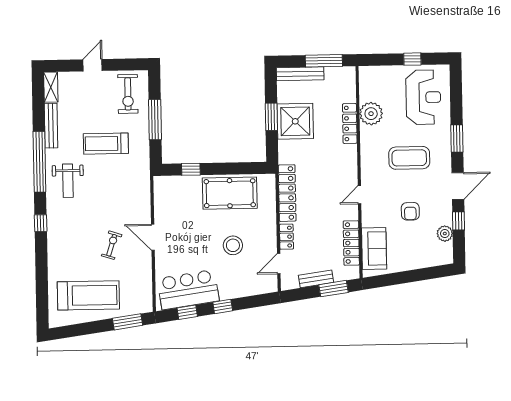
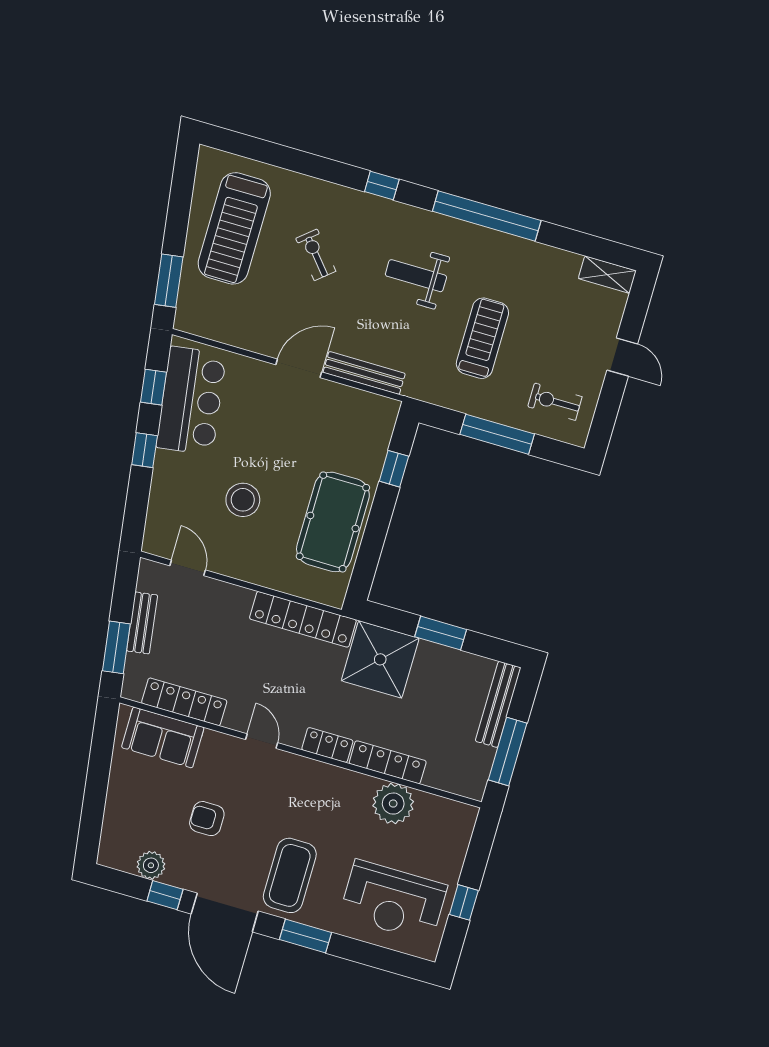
exercise bike: (128, 94) -> (555, 402), width x0.73, depth x0.72
shower: (295, 121) -> (380, 659), moved
bench: (51, 126) -> (364, 373), moved
coffee table: (409, 158) -> (290, 875), moved
weight bench: (68, 181) -> (416, 276), moved
door: (458, 186) -> (225, 913), width x1.36
locker: (286, 237) -> (327, 745), moved, turned 180
exercise bike: (112, 245) -> (316, 255), moved, turned -148

